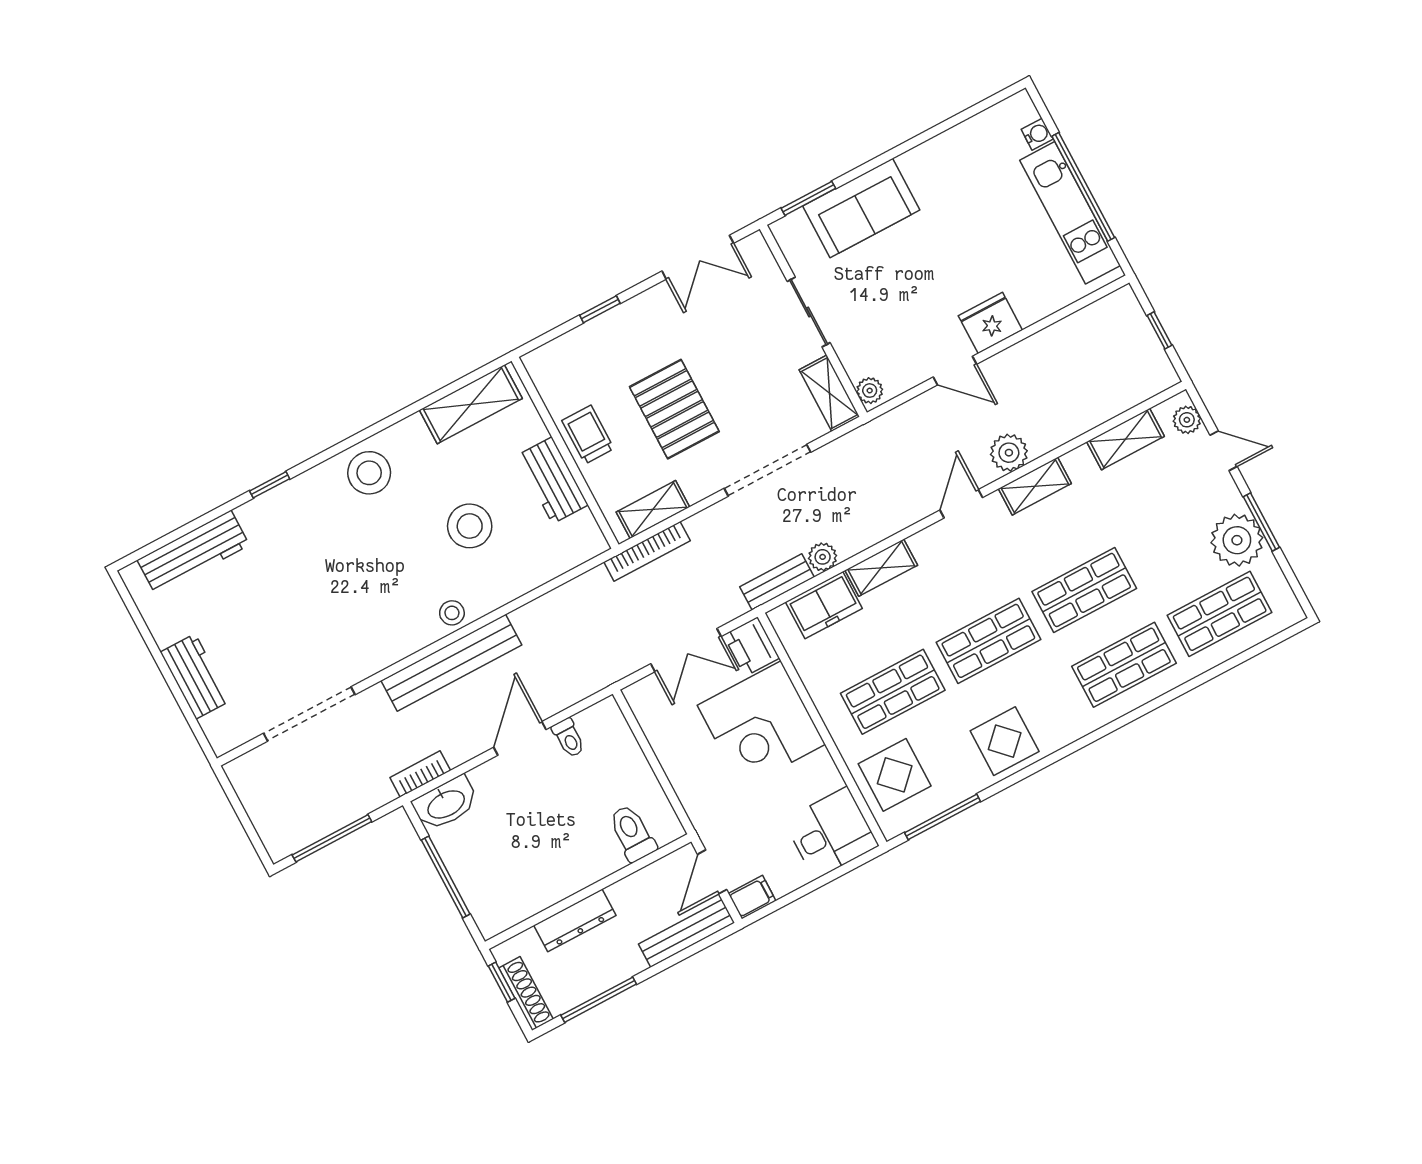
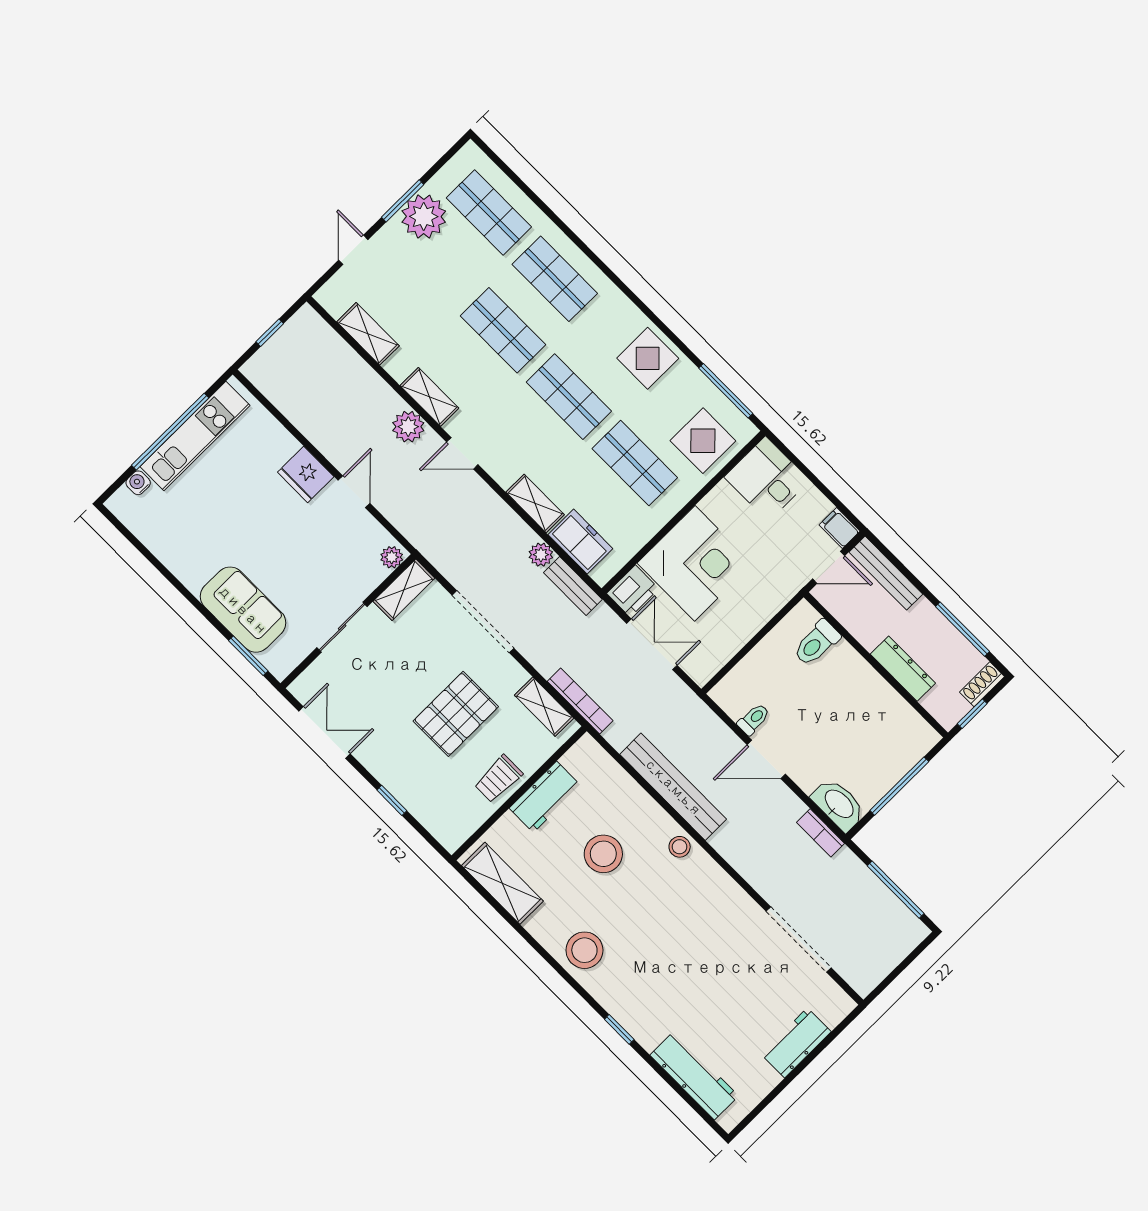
plant: (1187, 420) -> (337, 288), removed
bench: (451, 663) -> (673, 787), moved
shoe rack: (526, 994) -> (982, 684), width x0.70

